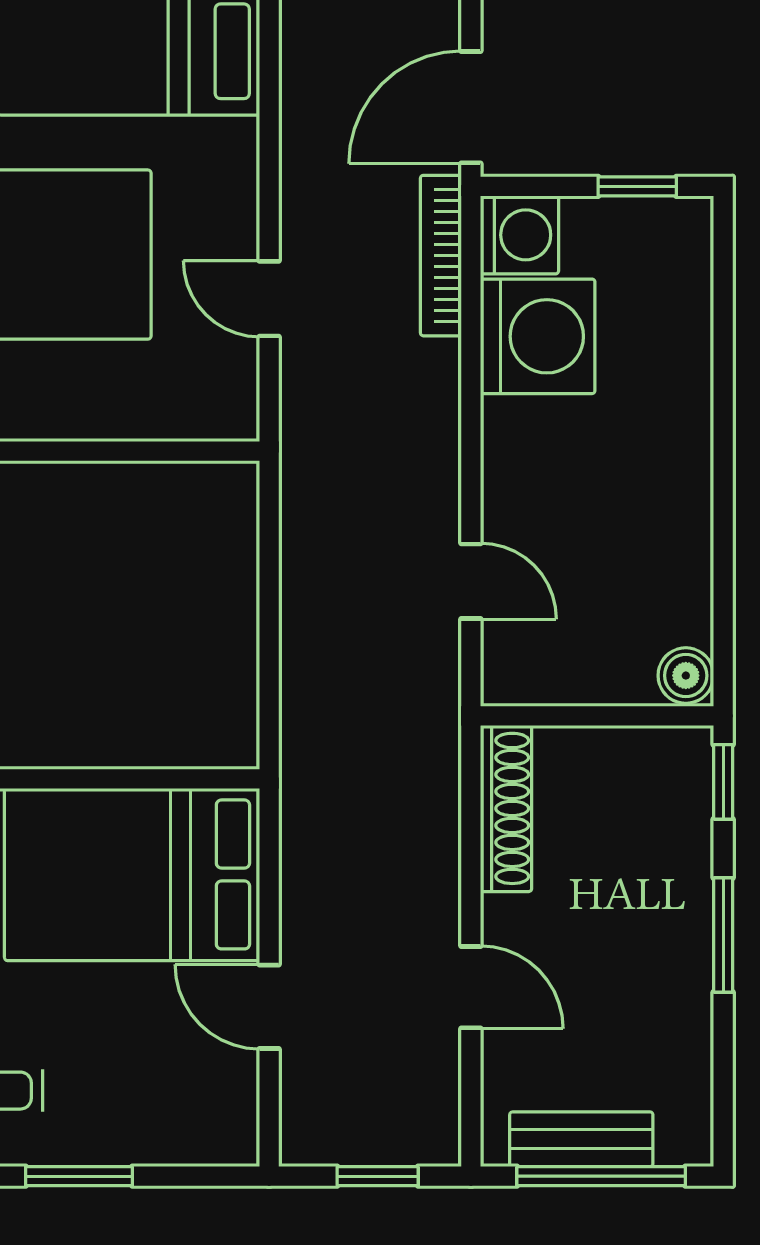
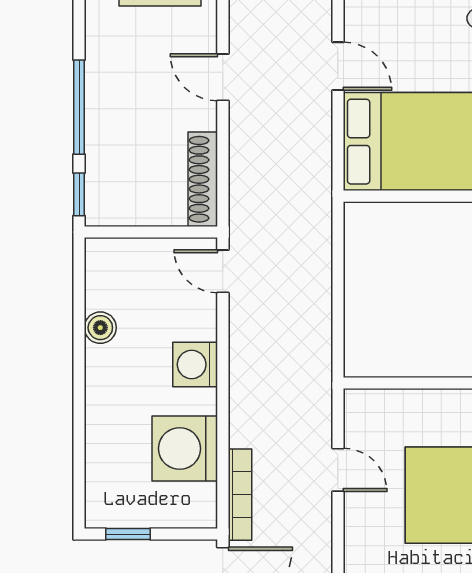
washing machine: (519, 235) -> (195, 364), moved
door: (471, 581) -> (223, 271), moved
boiler: (686, 676) -> (100, 328), moved
window: (723, 935) -> (79, 107), width x1.44

